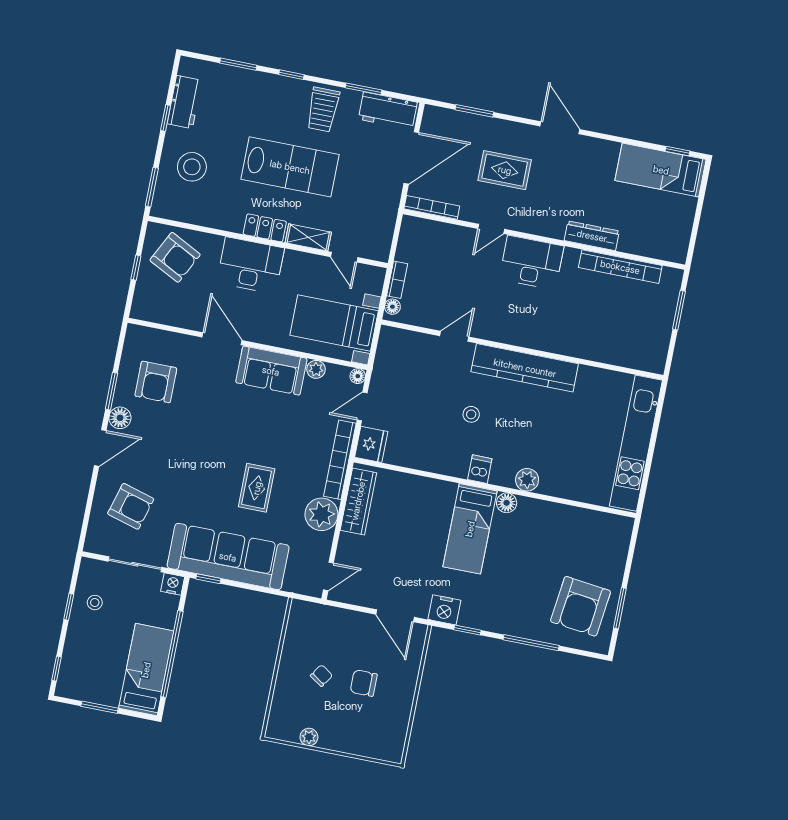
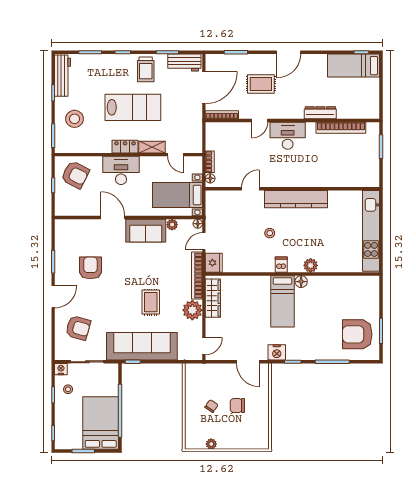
workbench: (184, 102) -> (62, 76), width x1.38
door: (560, 128) -> (289, 52), swing flipped
armchair: (156, 382) -> (90, 268), moved, turned 180
floor lamp: (120, 418) -> (61, 277), removed
nightstand: (173, 584) -> (61, 369), moved
armchair: (581, 606) -> (357, 334), turned 83
bed: (146, 670) -> (101, 423), width x1.50

